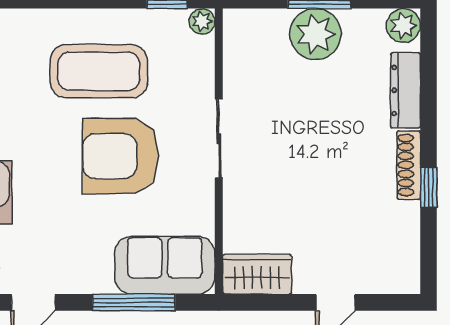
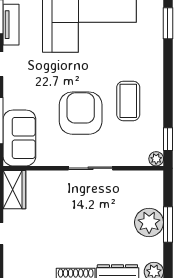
coffee table: (99, 71) -> (128, 101), width x0.73, depth x0.76

